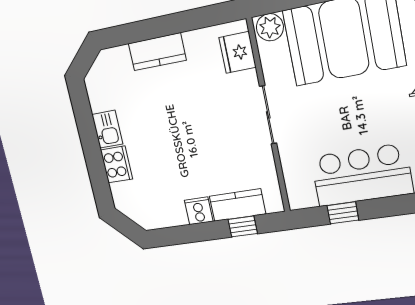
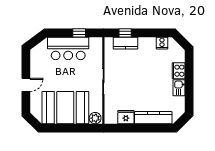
kitchen counter: (157, 52) -> (153, 118), width x1.50
fridge: (238, 52) -> (126, 117), moved, turned -90
cooker: (199, 211) -> (162, 43), moved

